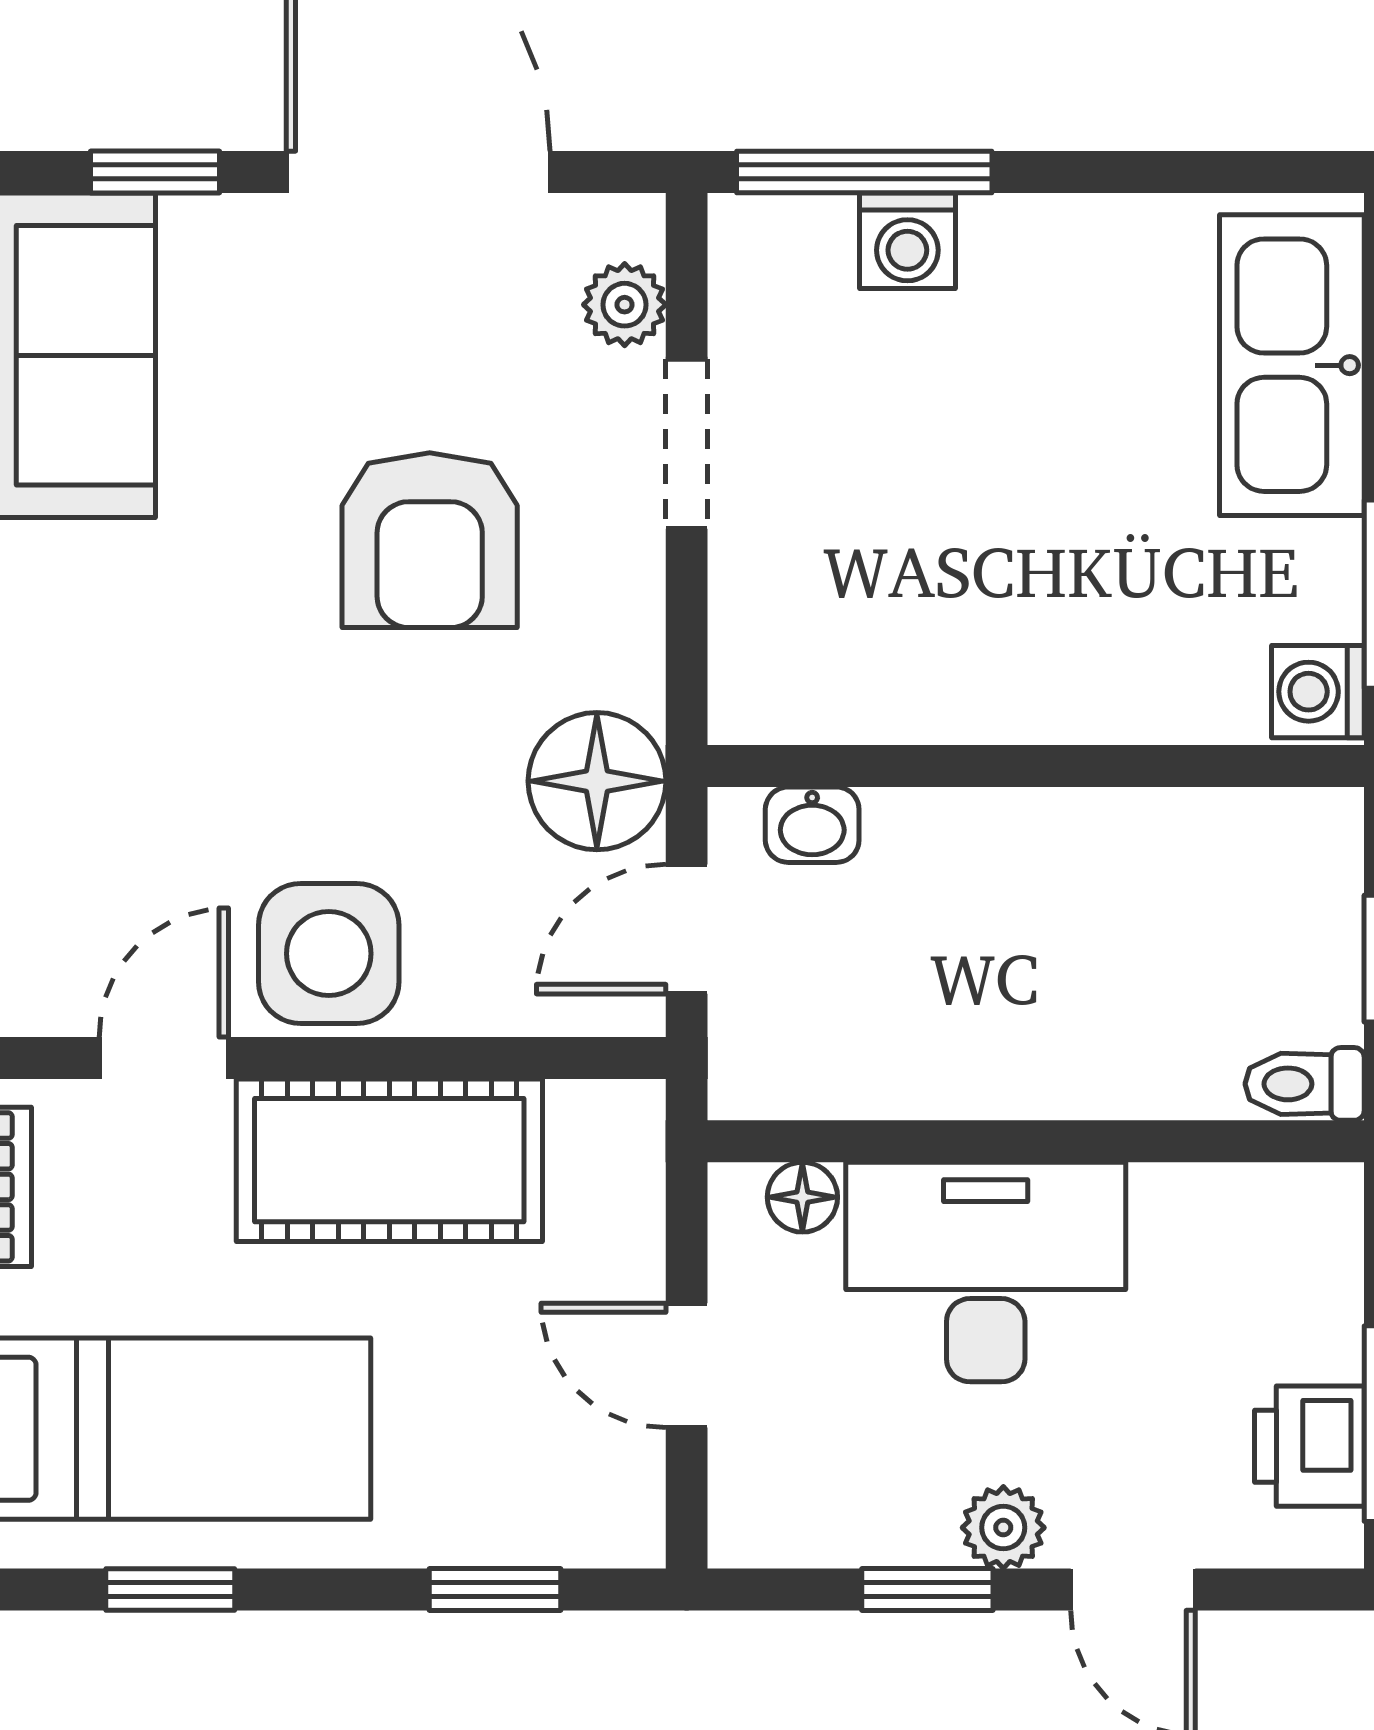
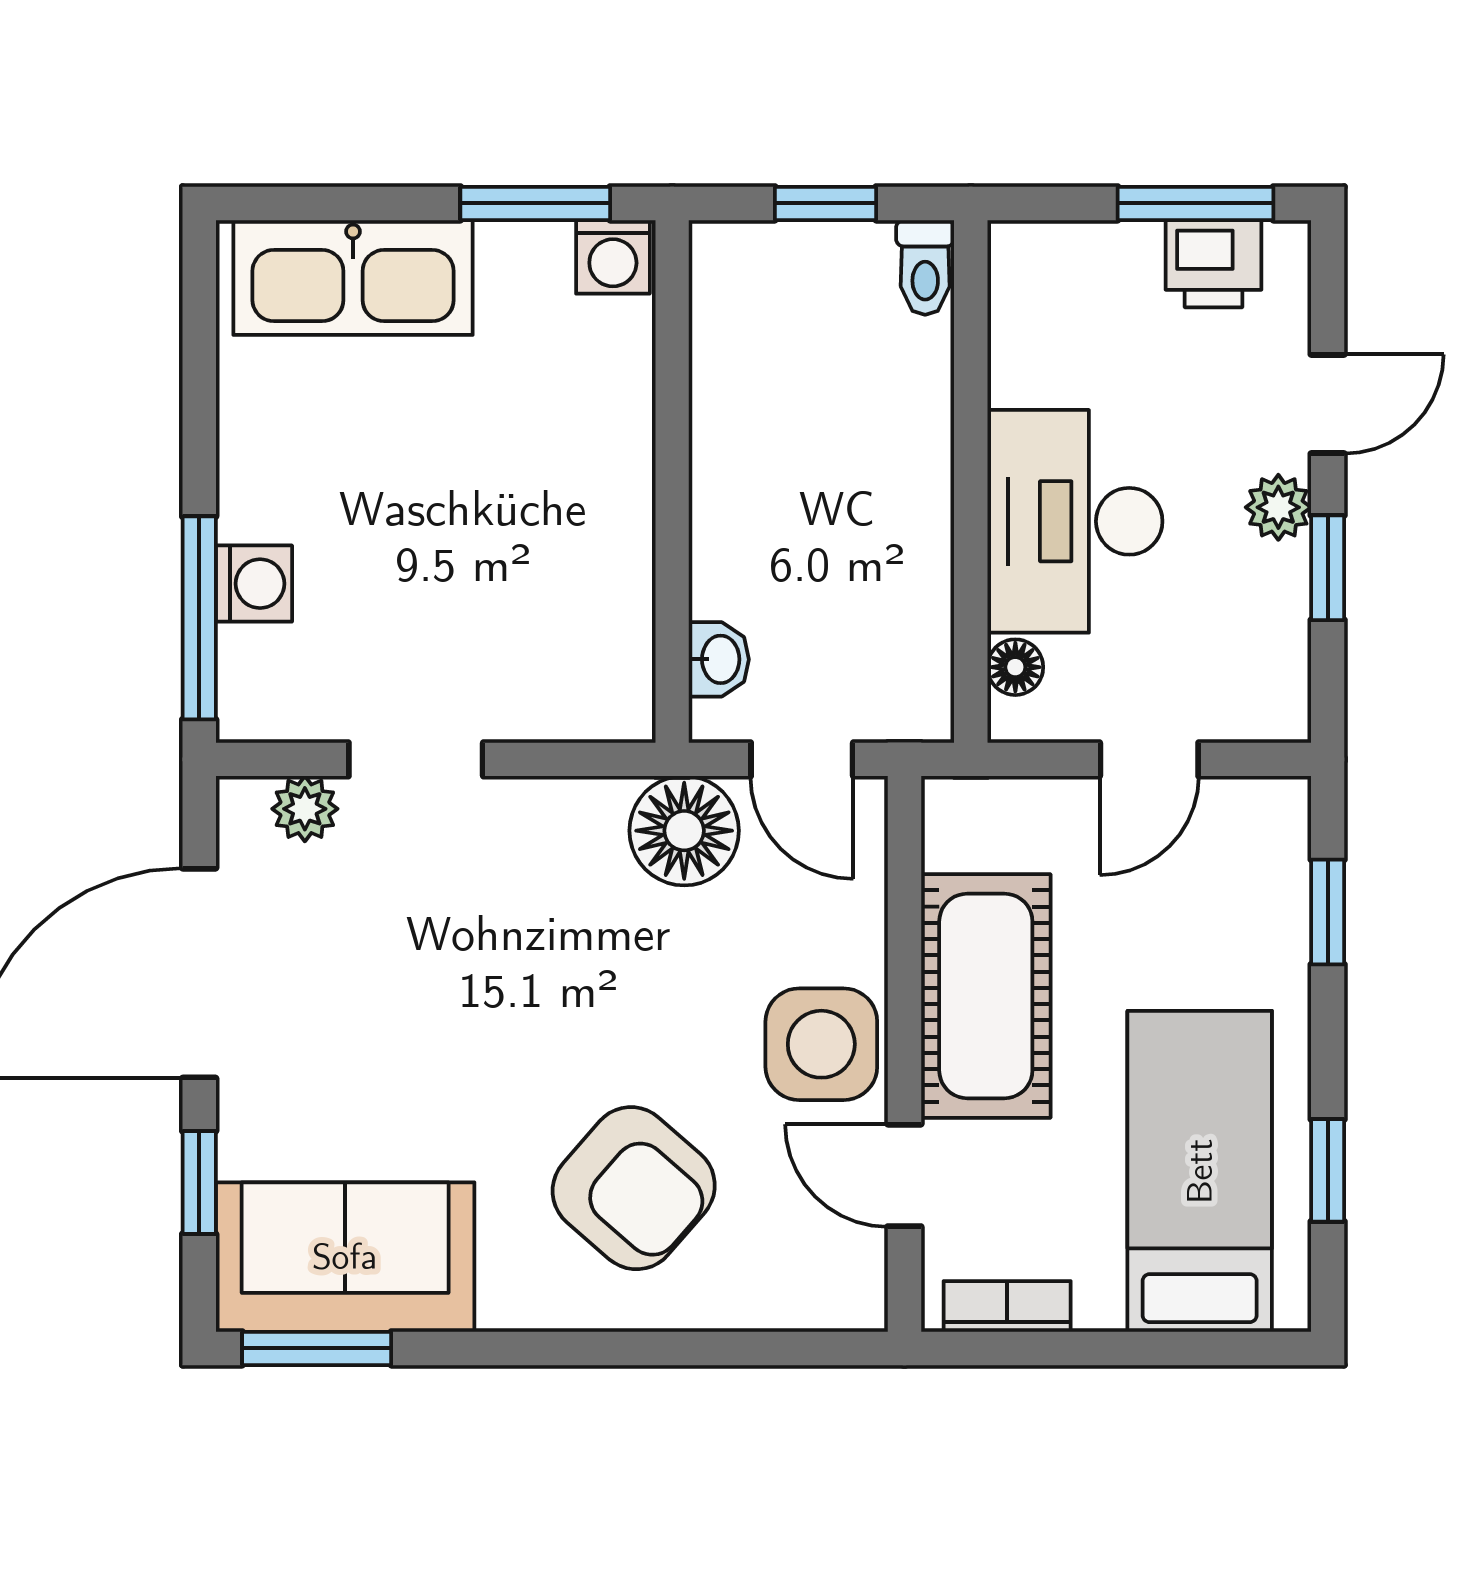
armchair: (430, 540) -> (634, 1188), moved, turned 41

